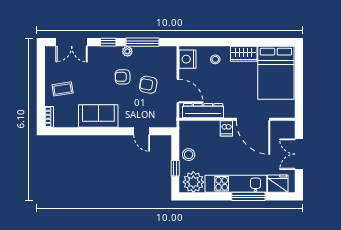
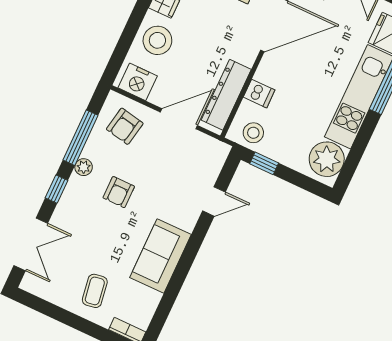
stool: (215, 59) -> (157, 40), width x1.89, depth x1.89
armchair: (148, 85) -> (125, 126), moved
dishwasher: (226, 128) -> (259, 94), moved
stool: (189, 155) -> (253, 133), moved
window: (175, 168) -> (264, 163), moved

